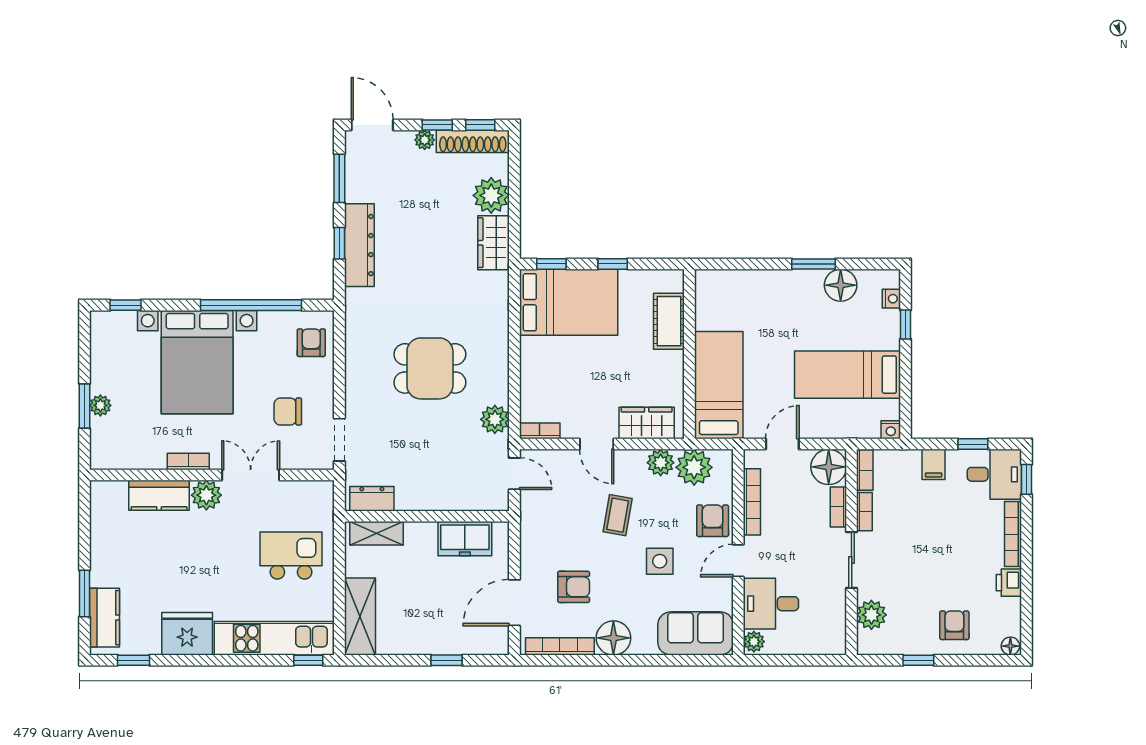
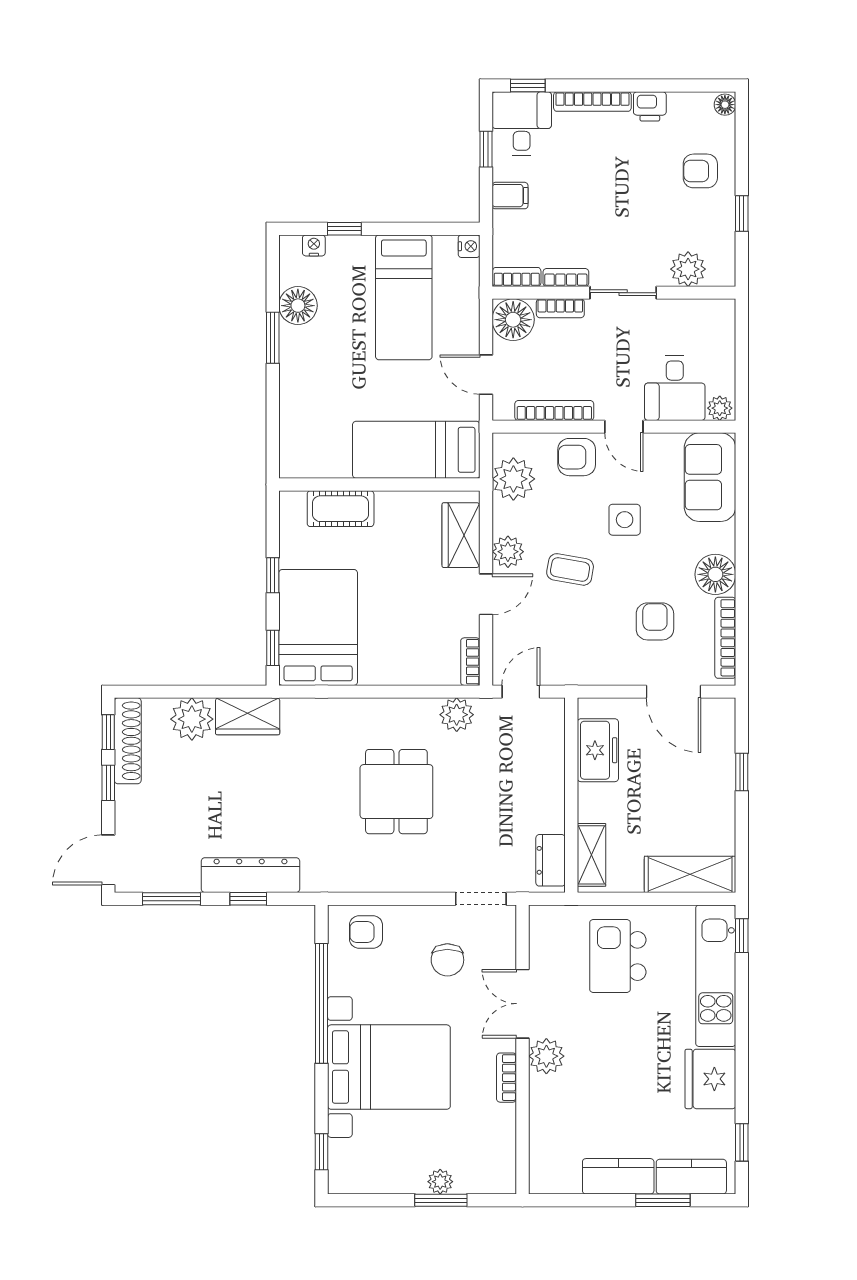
plant: (425, 140) -> (126, 798), removed
plant: (661, 463) -> (508, 552), moved
kitchen counter: (159, 495) -> (618, 1176), moved, turned -90

